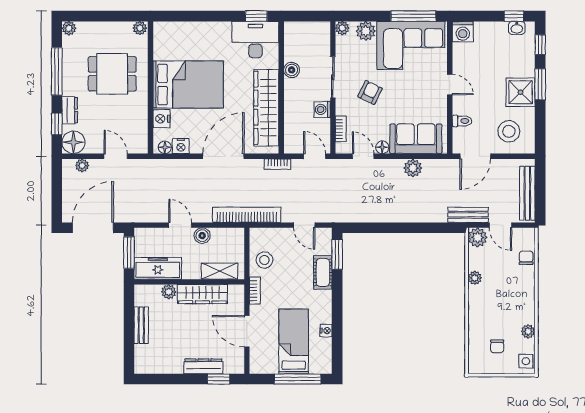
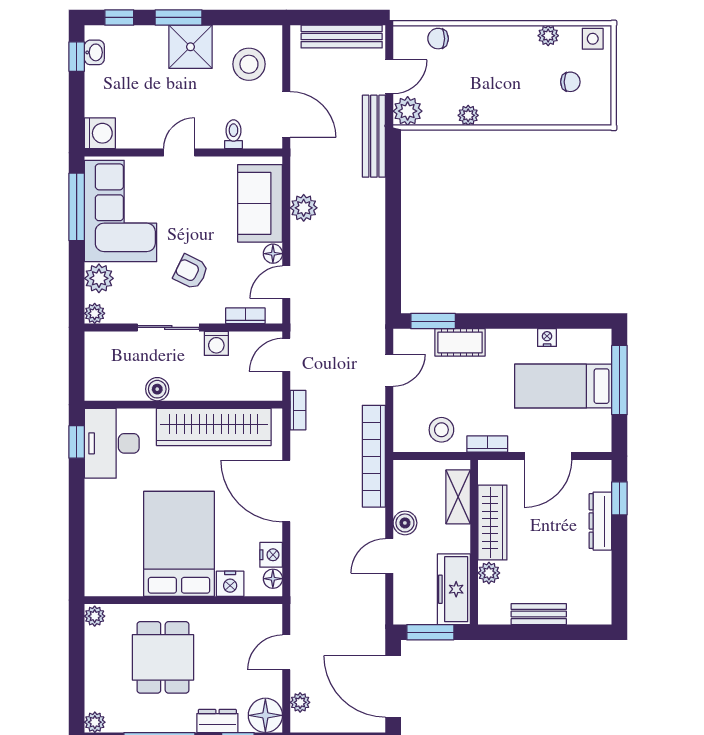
bench: (468, 215) -> (374, 136), width x1.36

